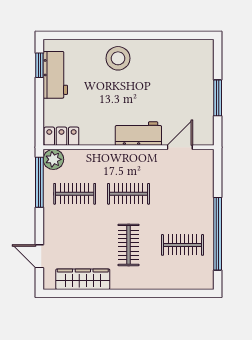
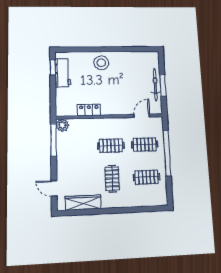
bicycle: (205, 96) -> (155, 85), added
workbench: (138, 134) -> (116, 108), removed
locker: (61, 136) -> (89, 110), moved
clothes rail: (75, 194) -> (145, 145), moved
window: (218, 234) -> (167, 153), moved

